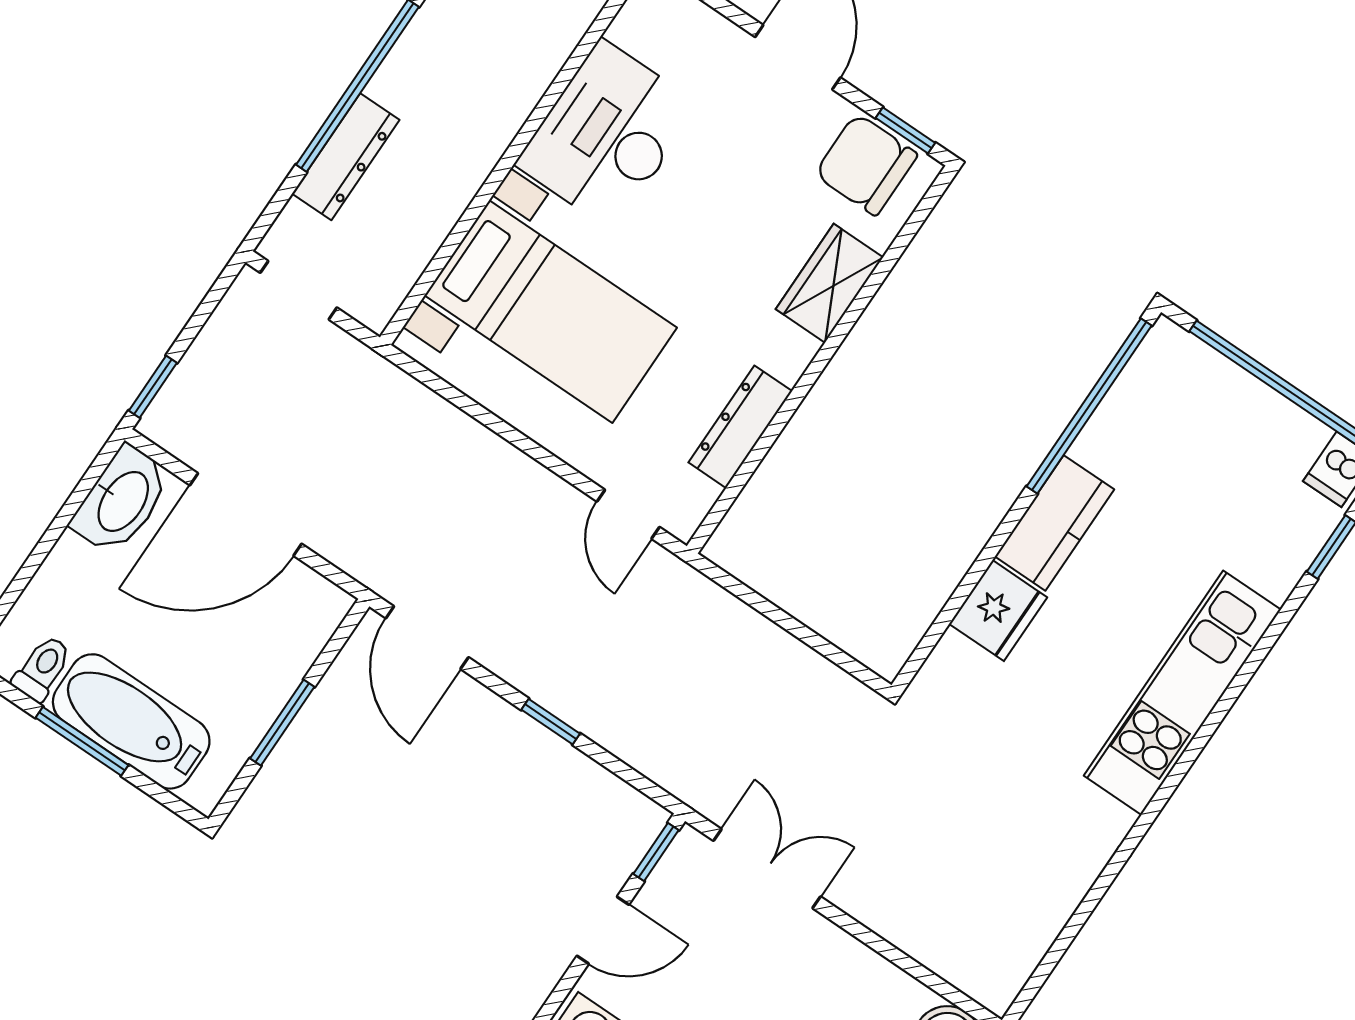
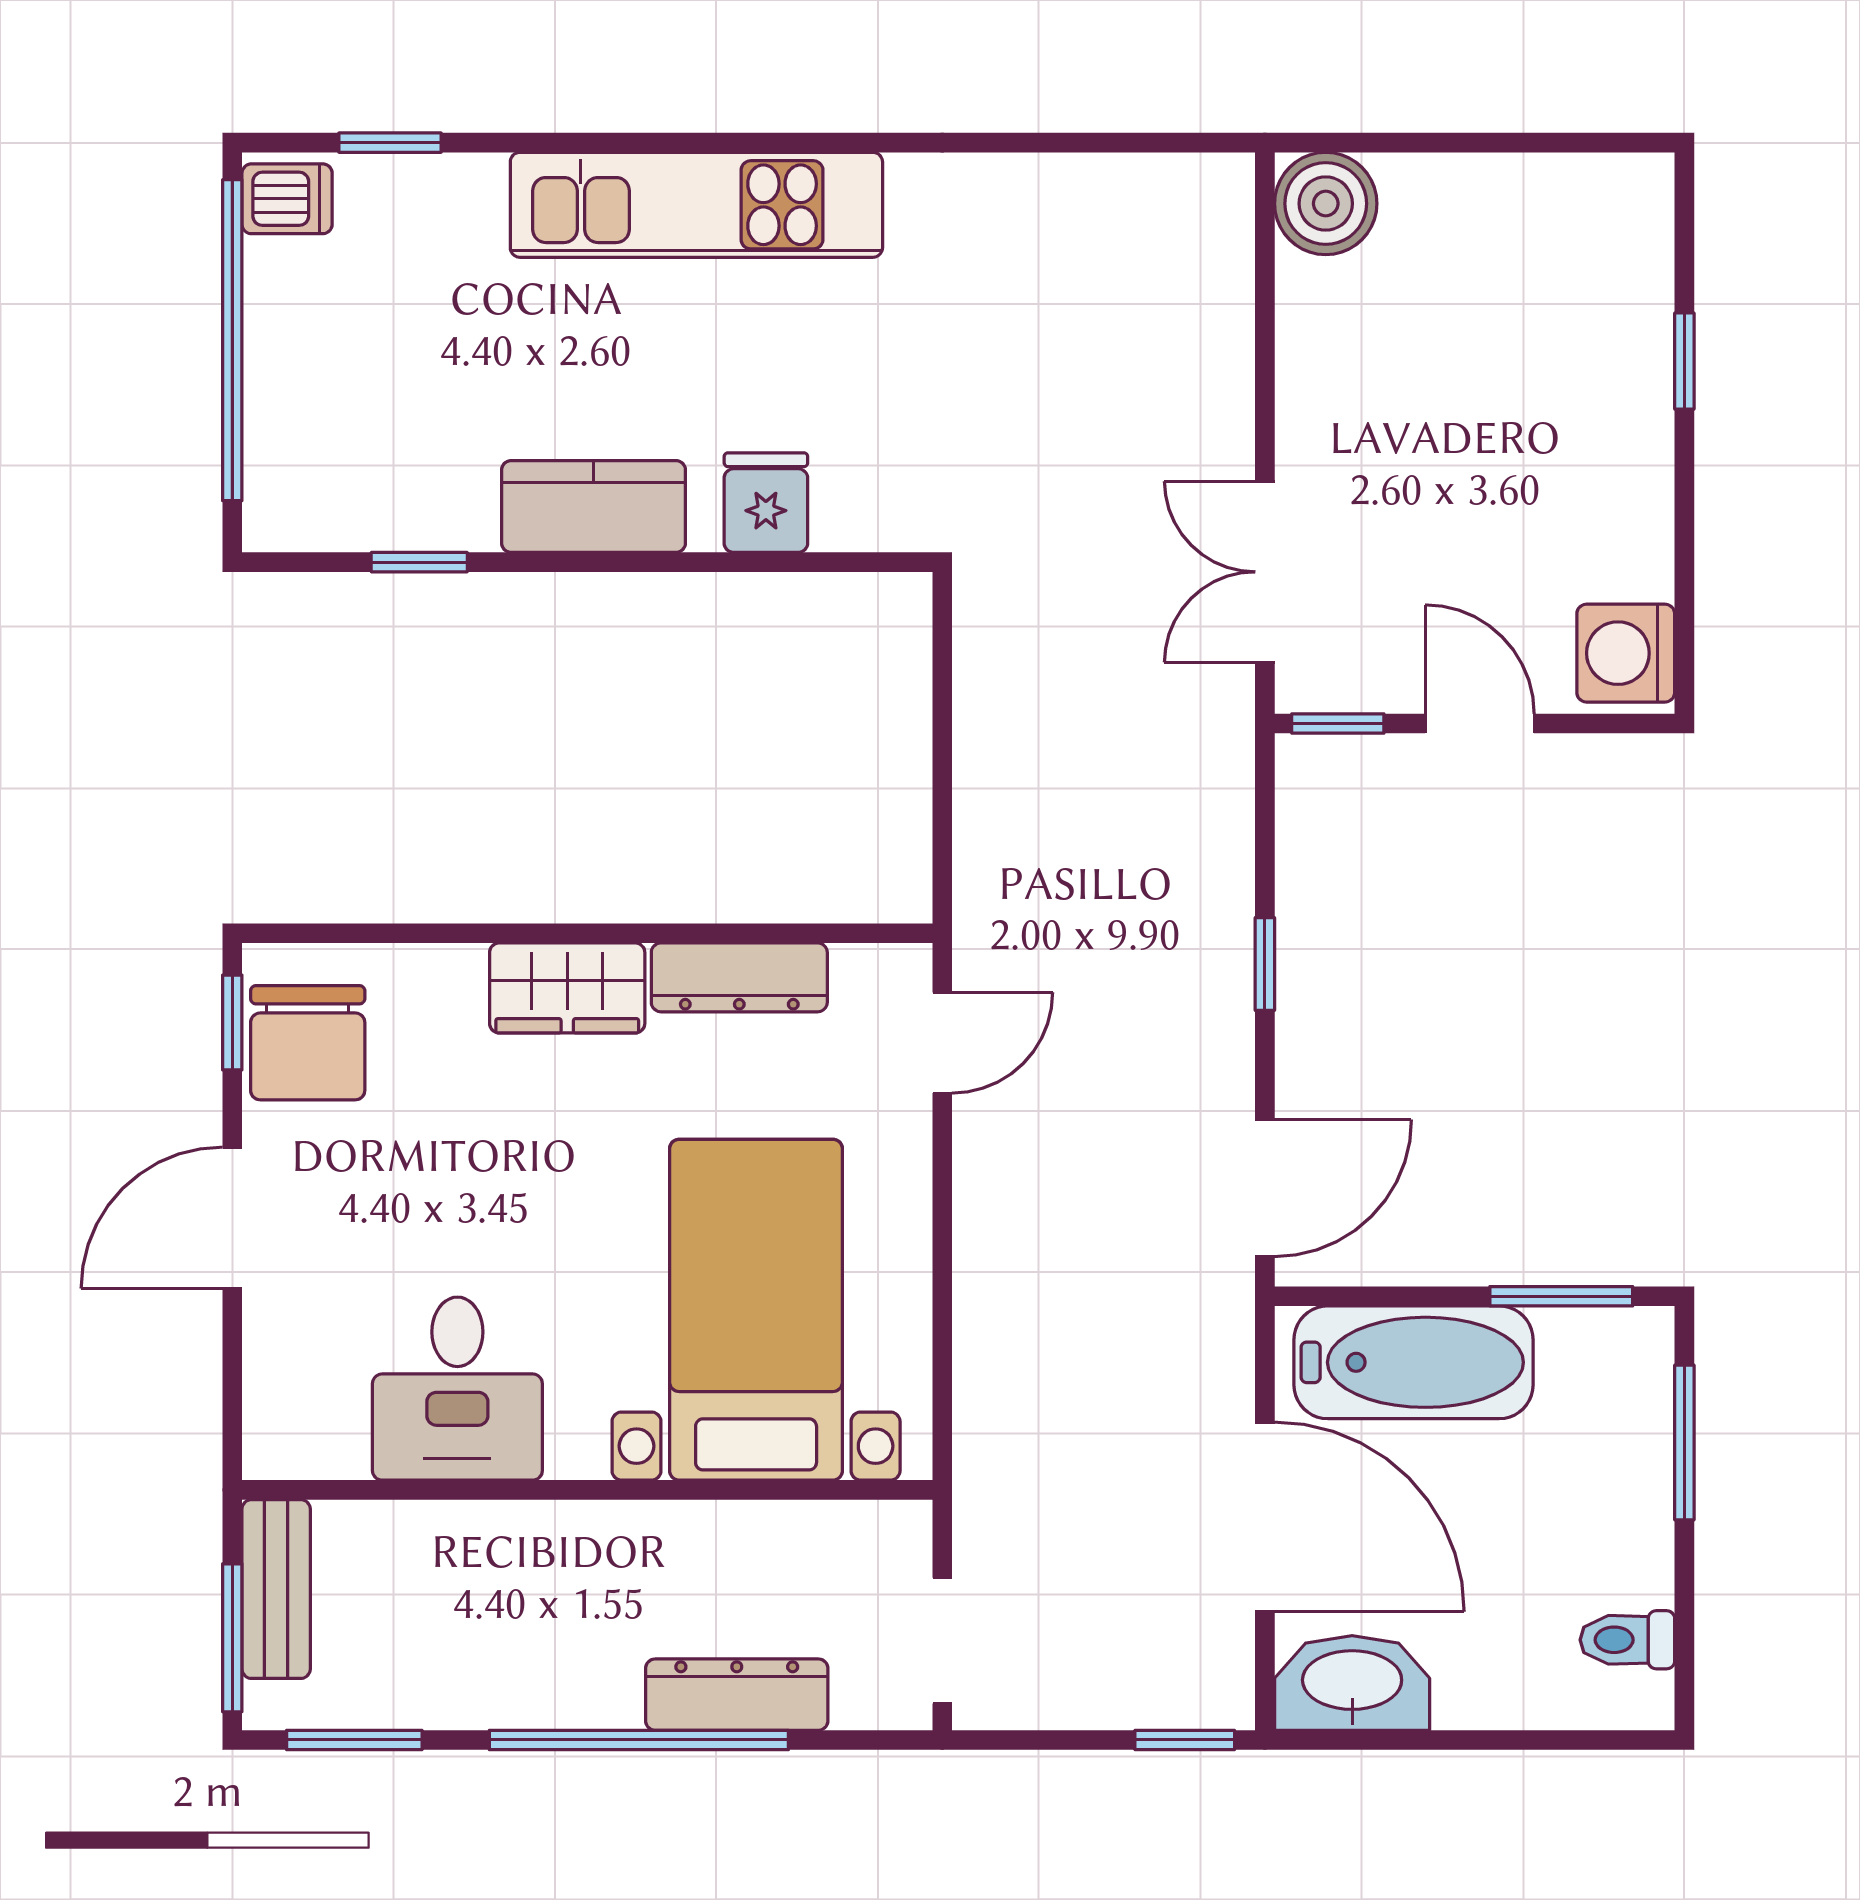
desk: (607, 135) -> (457, 1389), width x0.73
wardrobe: (829, 283) -> (567, 988), moved
window: (1089, 406) -> (419, 562), width x0.32
fridge: (998, 611) -> (766, 503), width x0.72
bathtub: (131, 721) -> (1413, 1362), moved, turned -90
window: (282, 723) -> (1561, 1296), moved
window: (82, 741) -> (1684, 1443), moved

